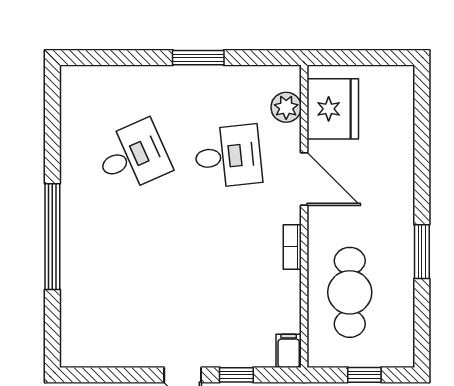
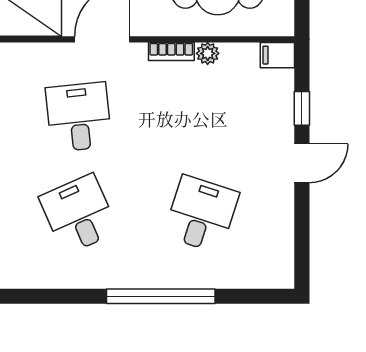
plant: (286, 107) -> (208, 53), moved, width x0.73, depth x0.73
desk: (133, 276) -> (201, 214), added

